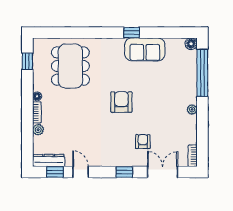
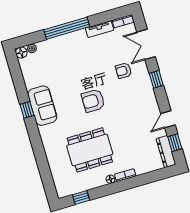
sofa: (145, 49) -> (42, 106), moved
dining table: (70, 66) -> (90, 150), moved
window: (202, 73) -> (67, 28), moved
plant: (192, 109) -> (32, 48), moved
plant: (38, 130) -> (141, 169), removed
tv unit: (192, 130) -> (100, 29), added

